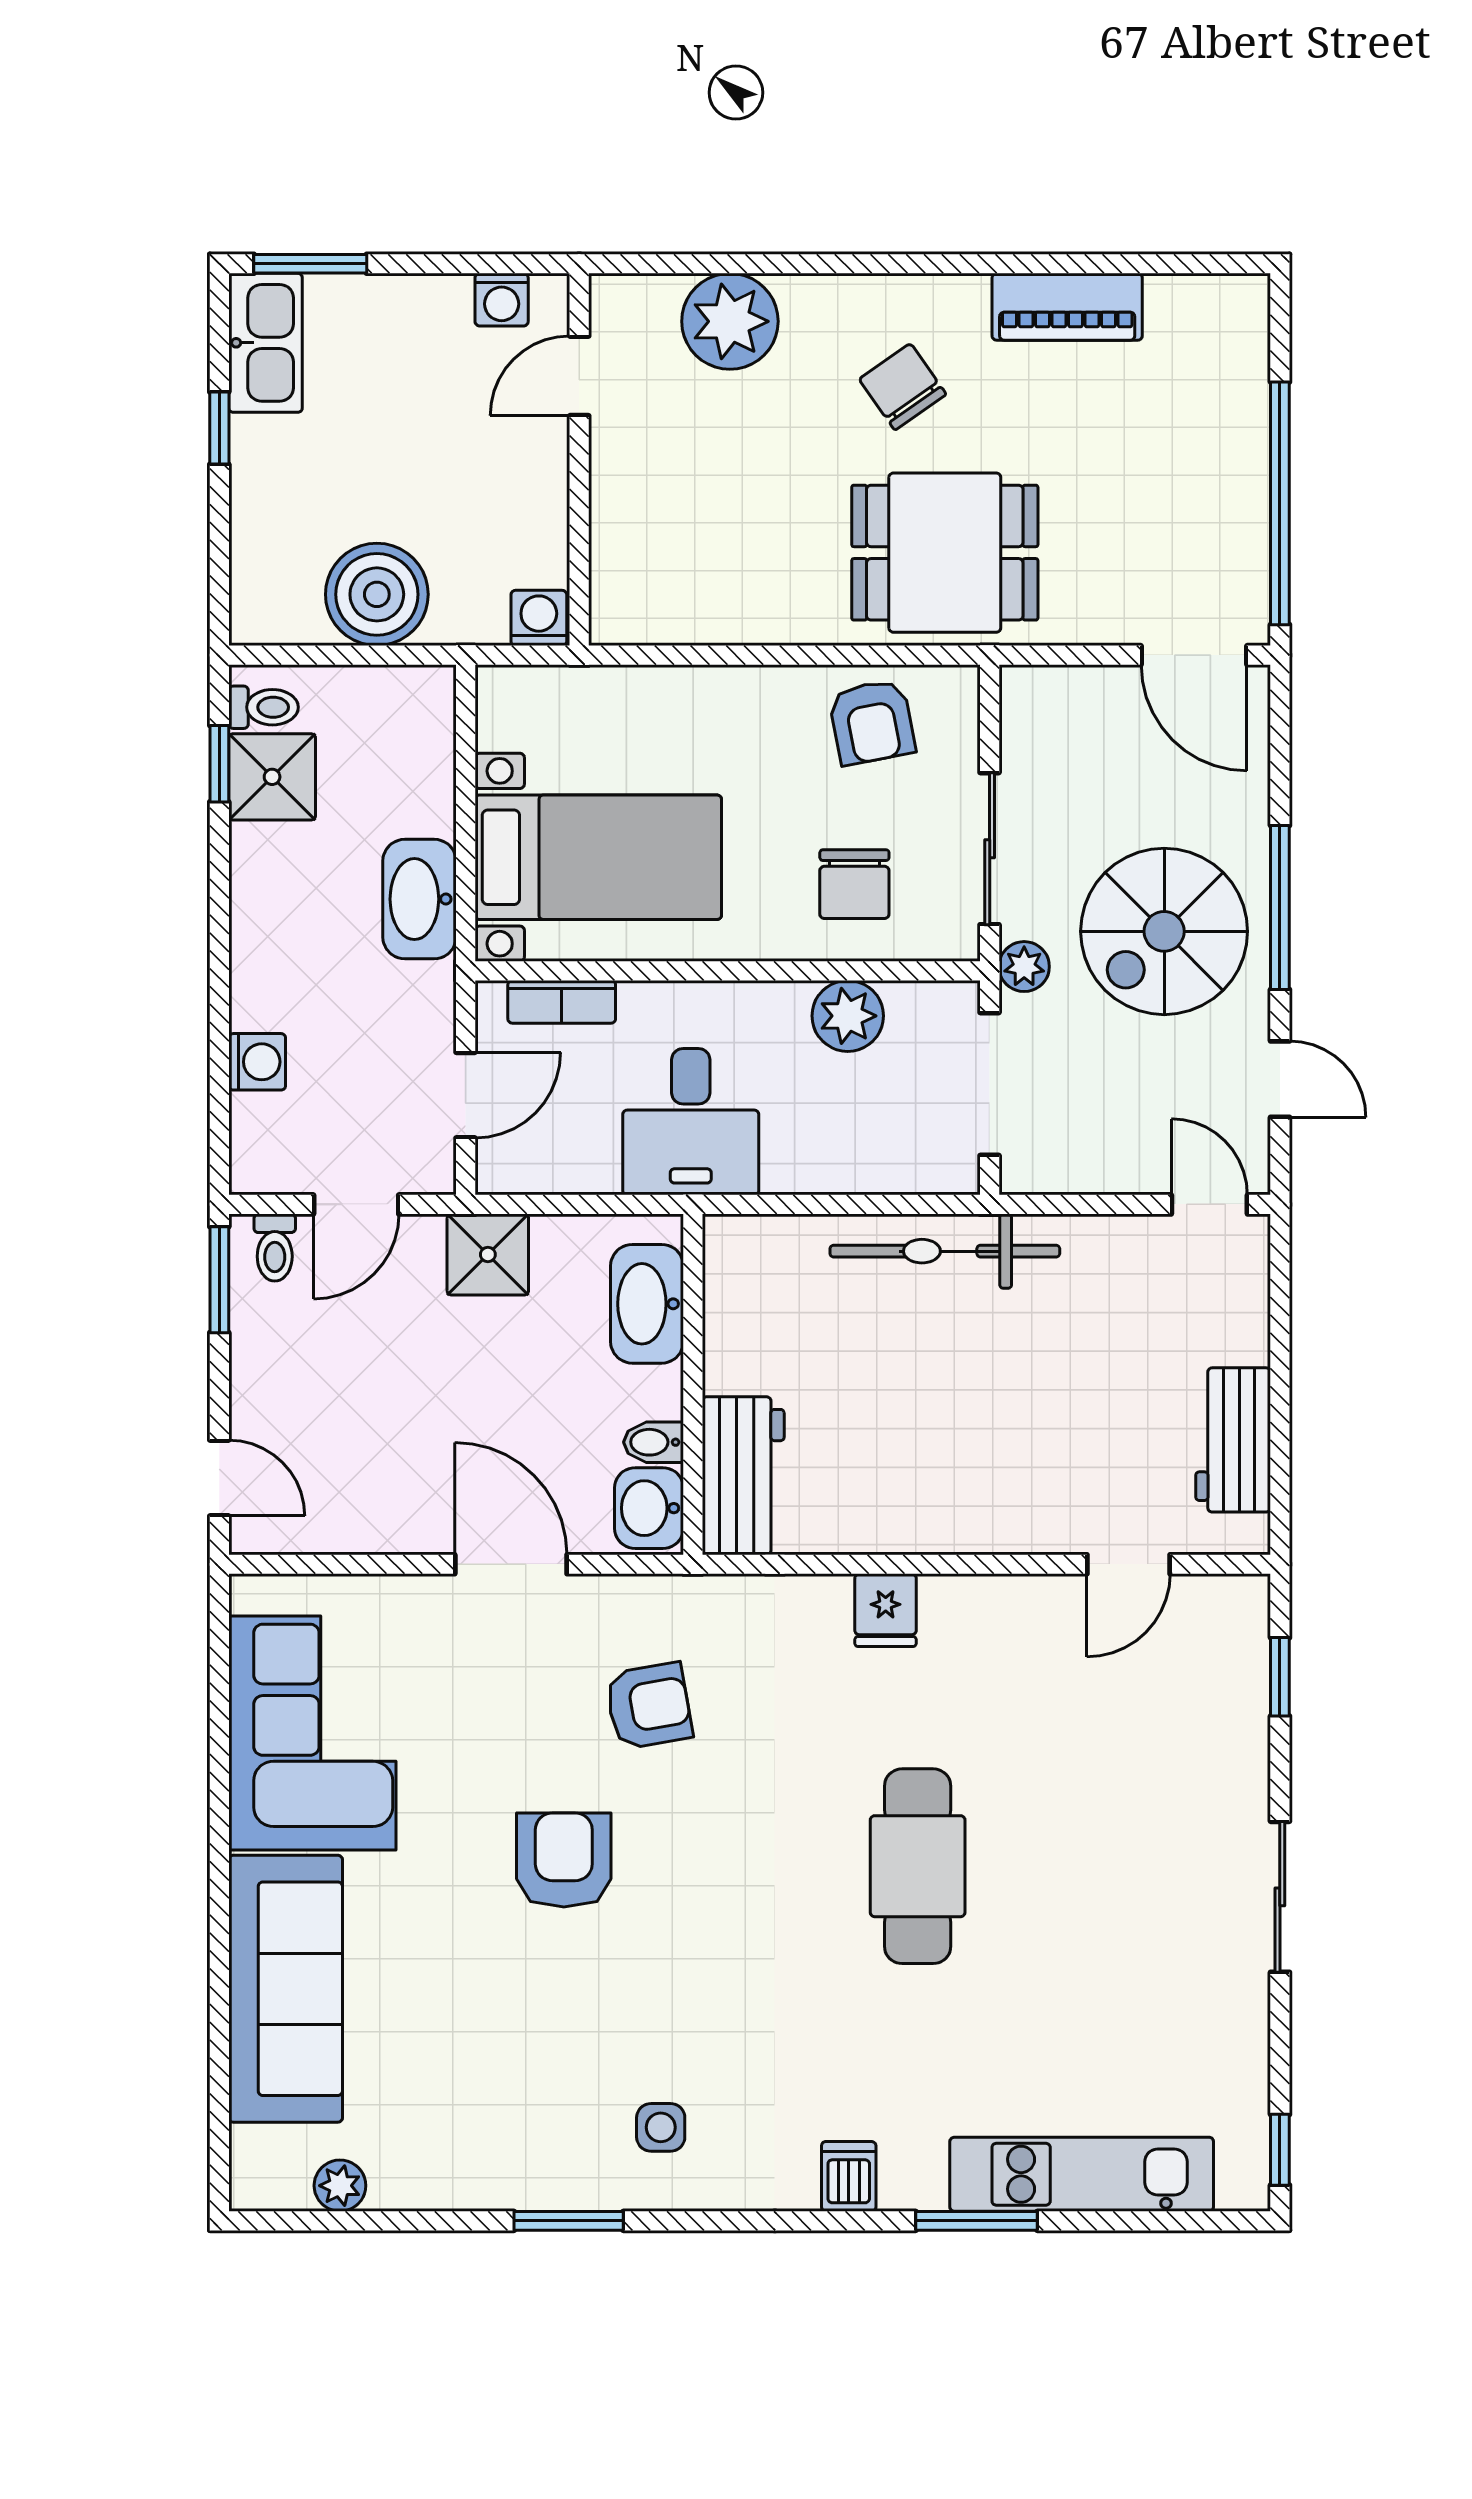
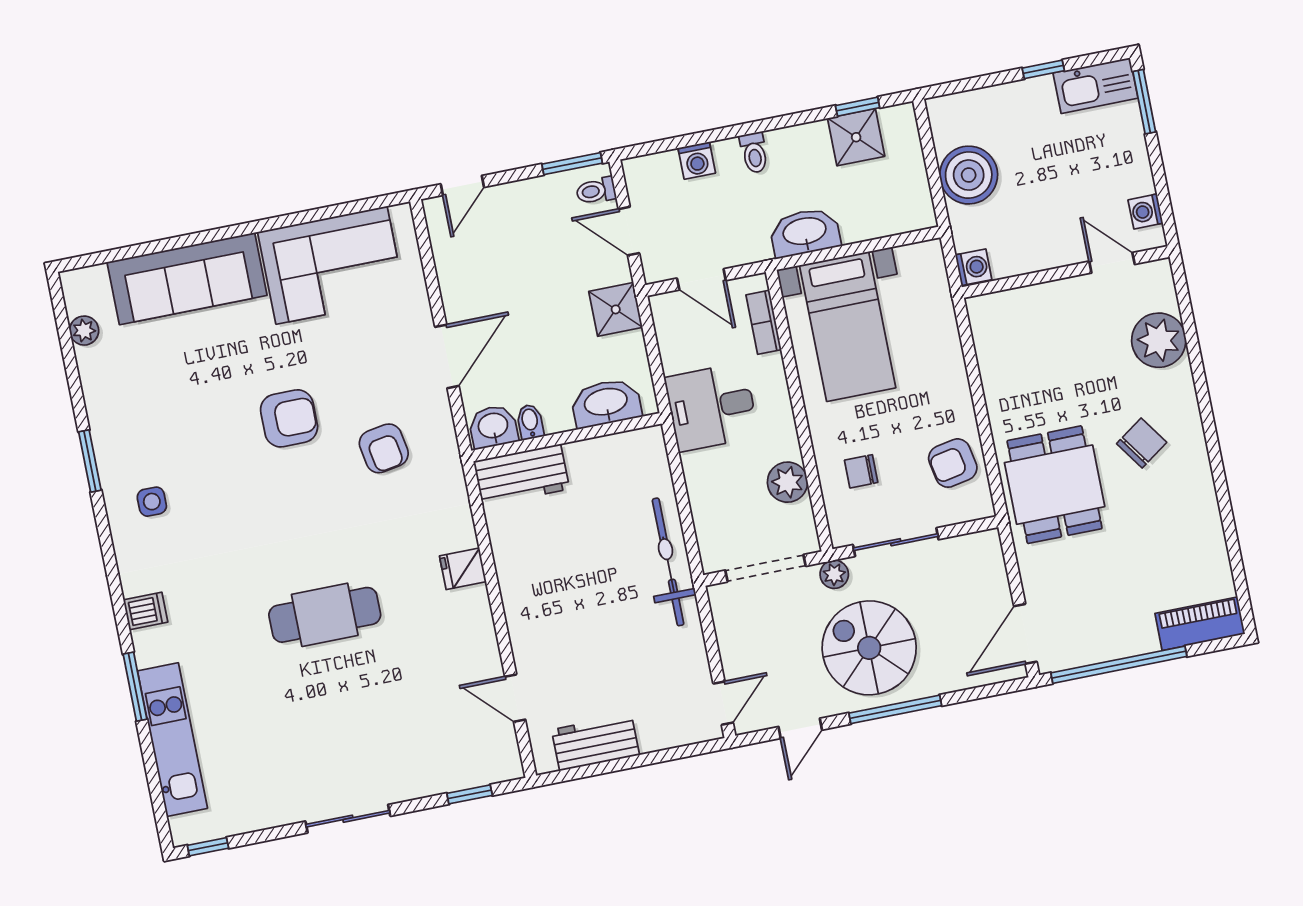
piano: (1067, 307) -> (1200, 624), moved, turned 90
toilet: (263, 707) -> (754, 153), moved
chair: (854, 884) -> (861, 471), width x0.73, depth x0.73

